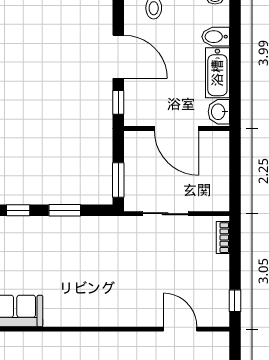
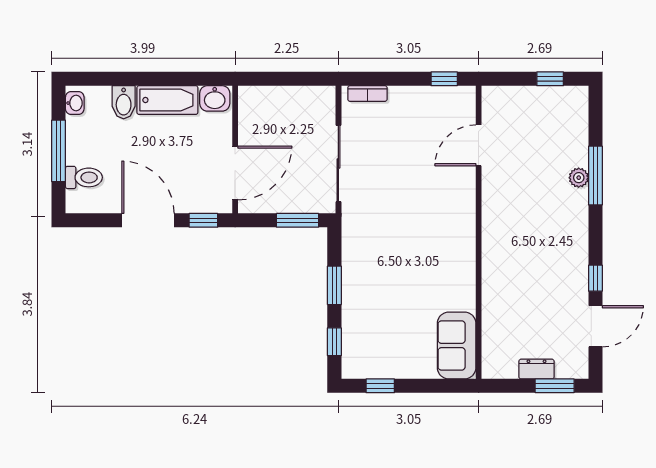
door: (118, 57) -> (148, 220), hinge flipped
door: (177, 129) -> (235, 173), moved
sliding door: (165, 214) -> (338, 163), width x1.37

